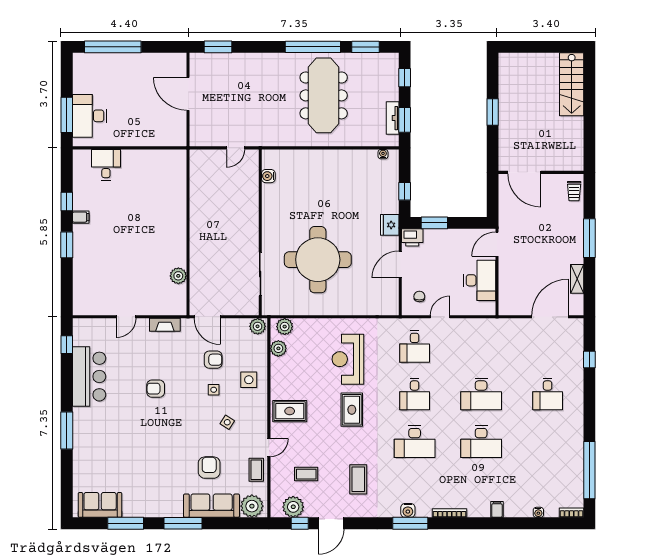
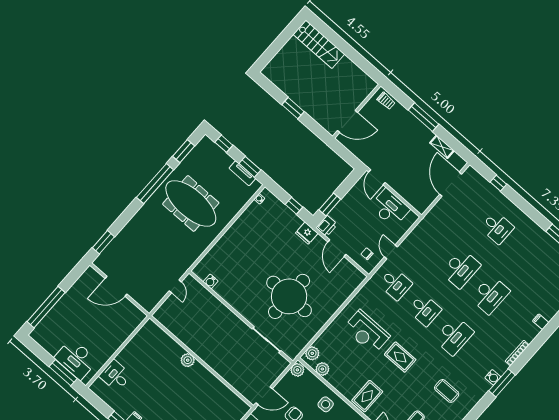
plant: (178, 276) -> (188, 360), moved

